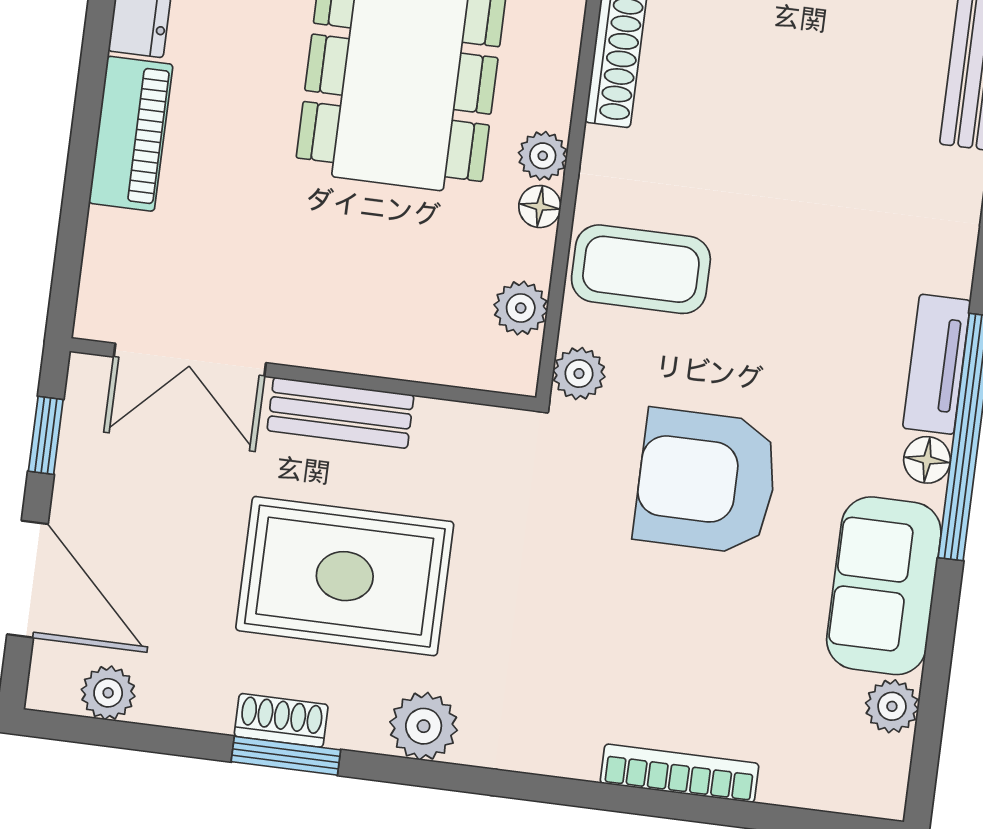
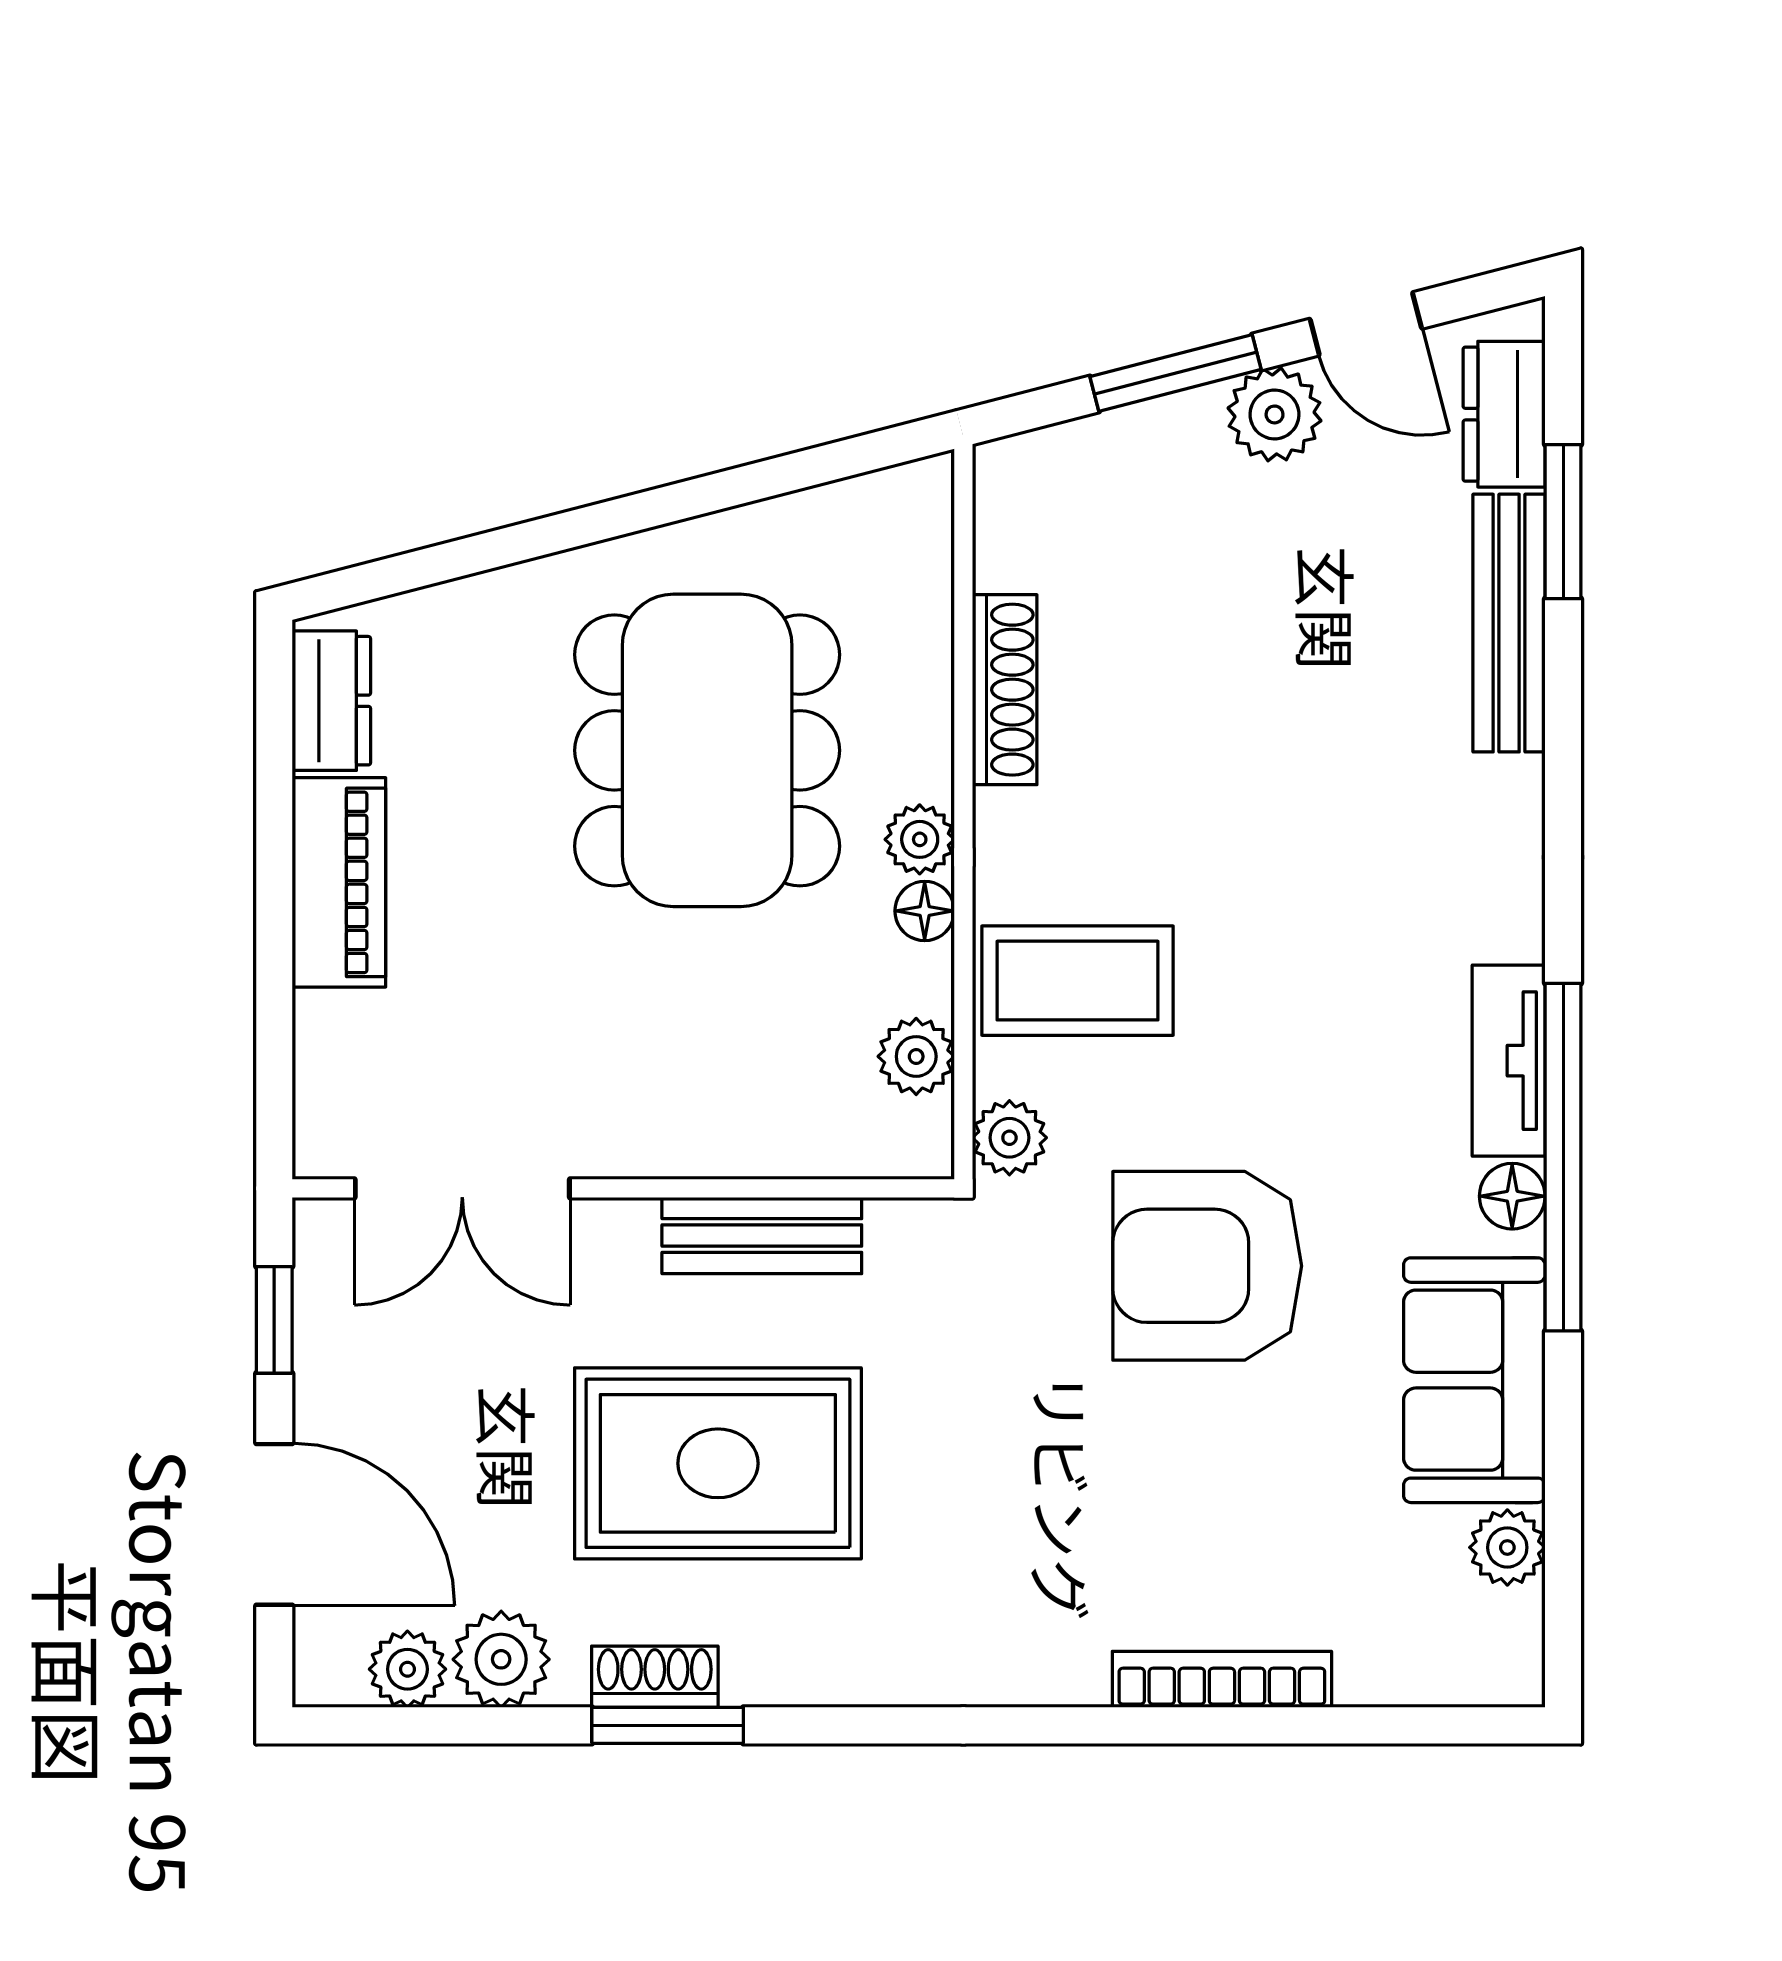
bench: (340, 413) -> (762, 1235), moved
plant: (424, 726) -> (501, 1659), moved

